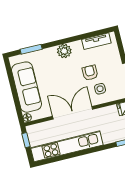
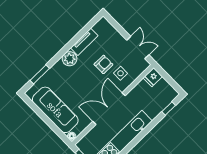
tv unit: (96, 41) -> (84, 42), moved
armchair: (90, 73) -> (103, 64), turned 90

